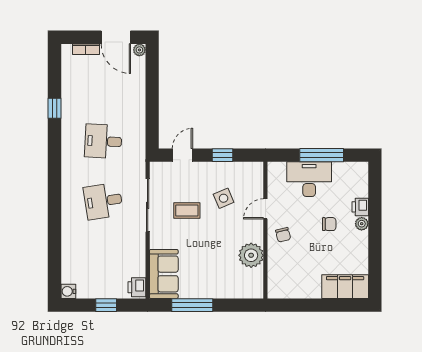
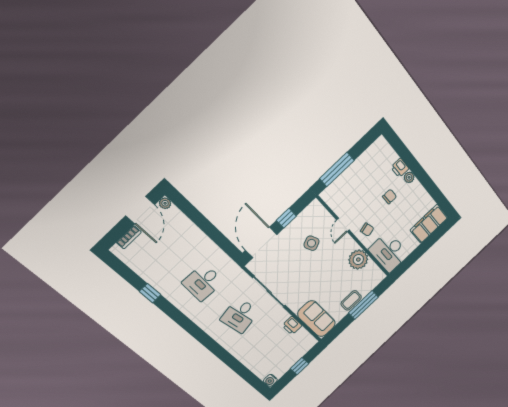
door: (116, 37) -> (140, 210), hinge flipped
door: (182, 155) -> (261, 242), width x1.88
window: (322, 155) -> (337, 169), moved
desk: (309, 179) -> (389, 252), moved, turned -90
coffee table: (187, 211) -> (351, 300), moved
printer: (137, 287) -> (292, 326), moved
window: (192, 305) -> (363, 305), moved

